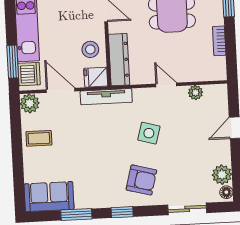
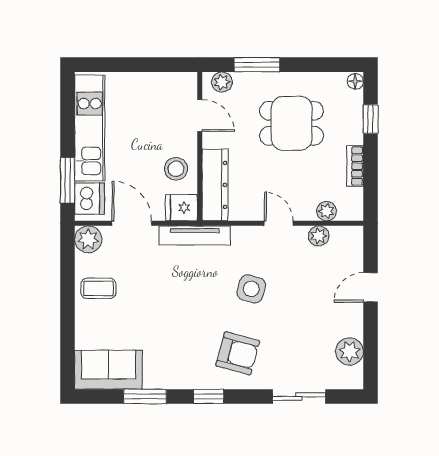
plant: (200, 74) -> (326, 211), added
floor lamp: (226, 192) -> (354, 376), removed

